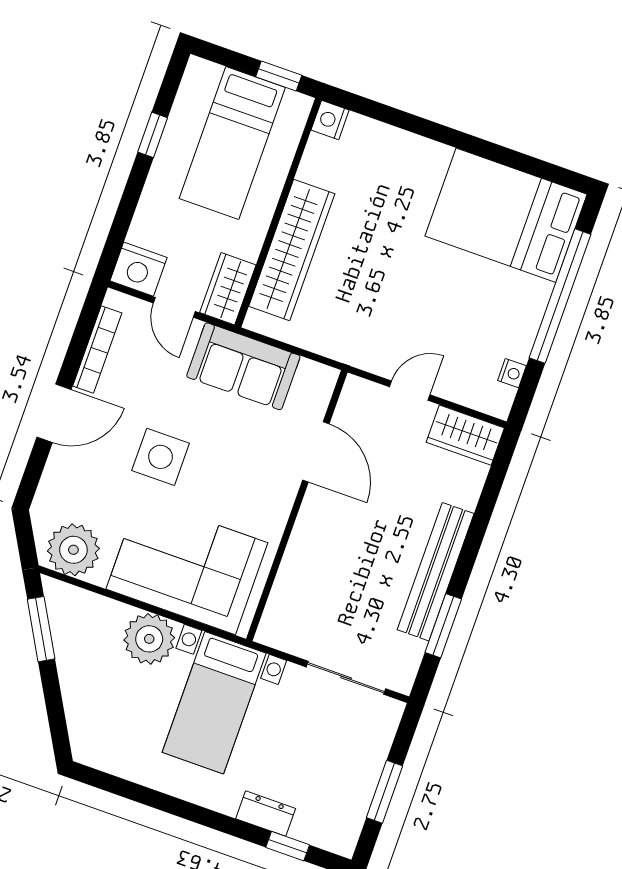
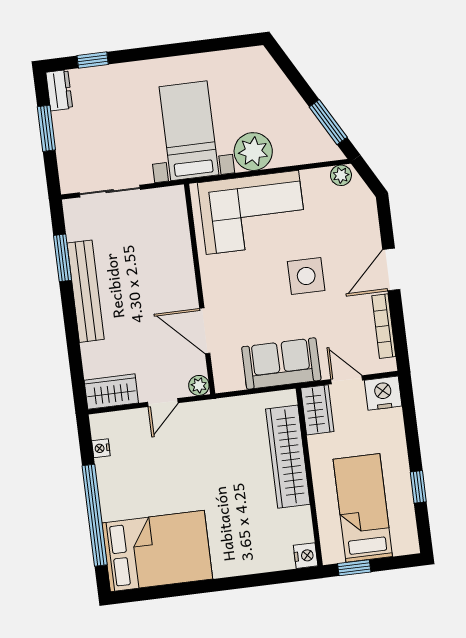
plant: (356, 390) -> (199, 385), added
plant: (73, 550) -> (341, 175), width x0.53, depth x0.53
dresser: (266, 814) -> (59, 90), moved, turned -90

